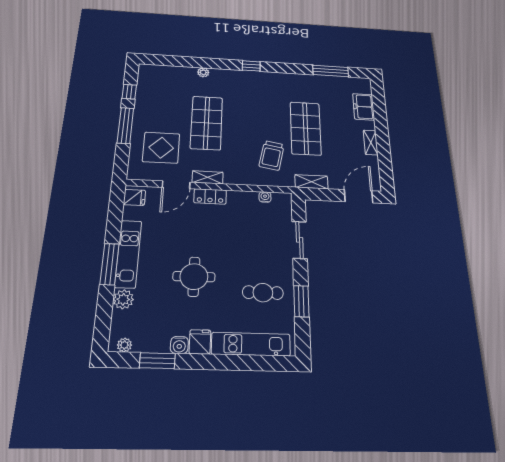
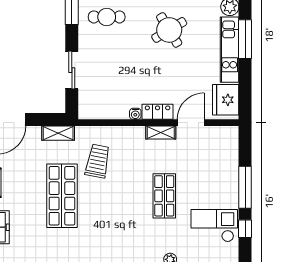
checkout: (159, 96) -> (214, 226), added
shop shelf: (206, 123) -> (164, 196), width x0.70, depth x0.74
display table: (161, 148) -> (208, 163), removed
fridge: (134, 197) -> (226, 100), width x1.88, depth x1.34
water cooler: (265, 197) -> (135, 114), moved
round table: (194, 277) -> (169, 30), turned -31

